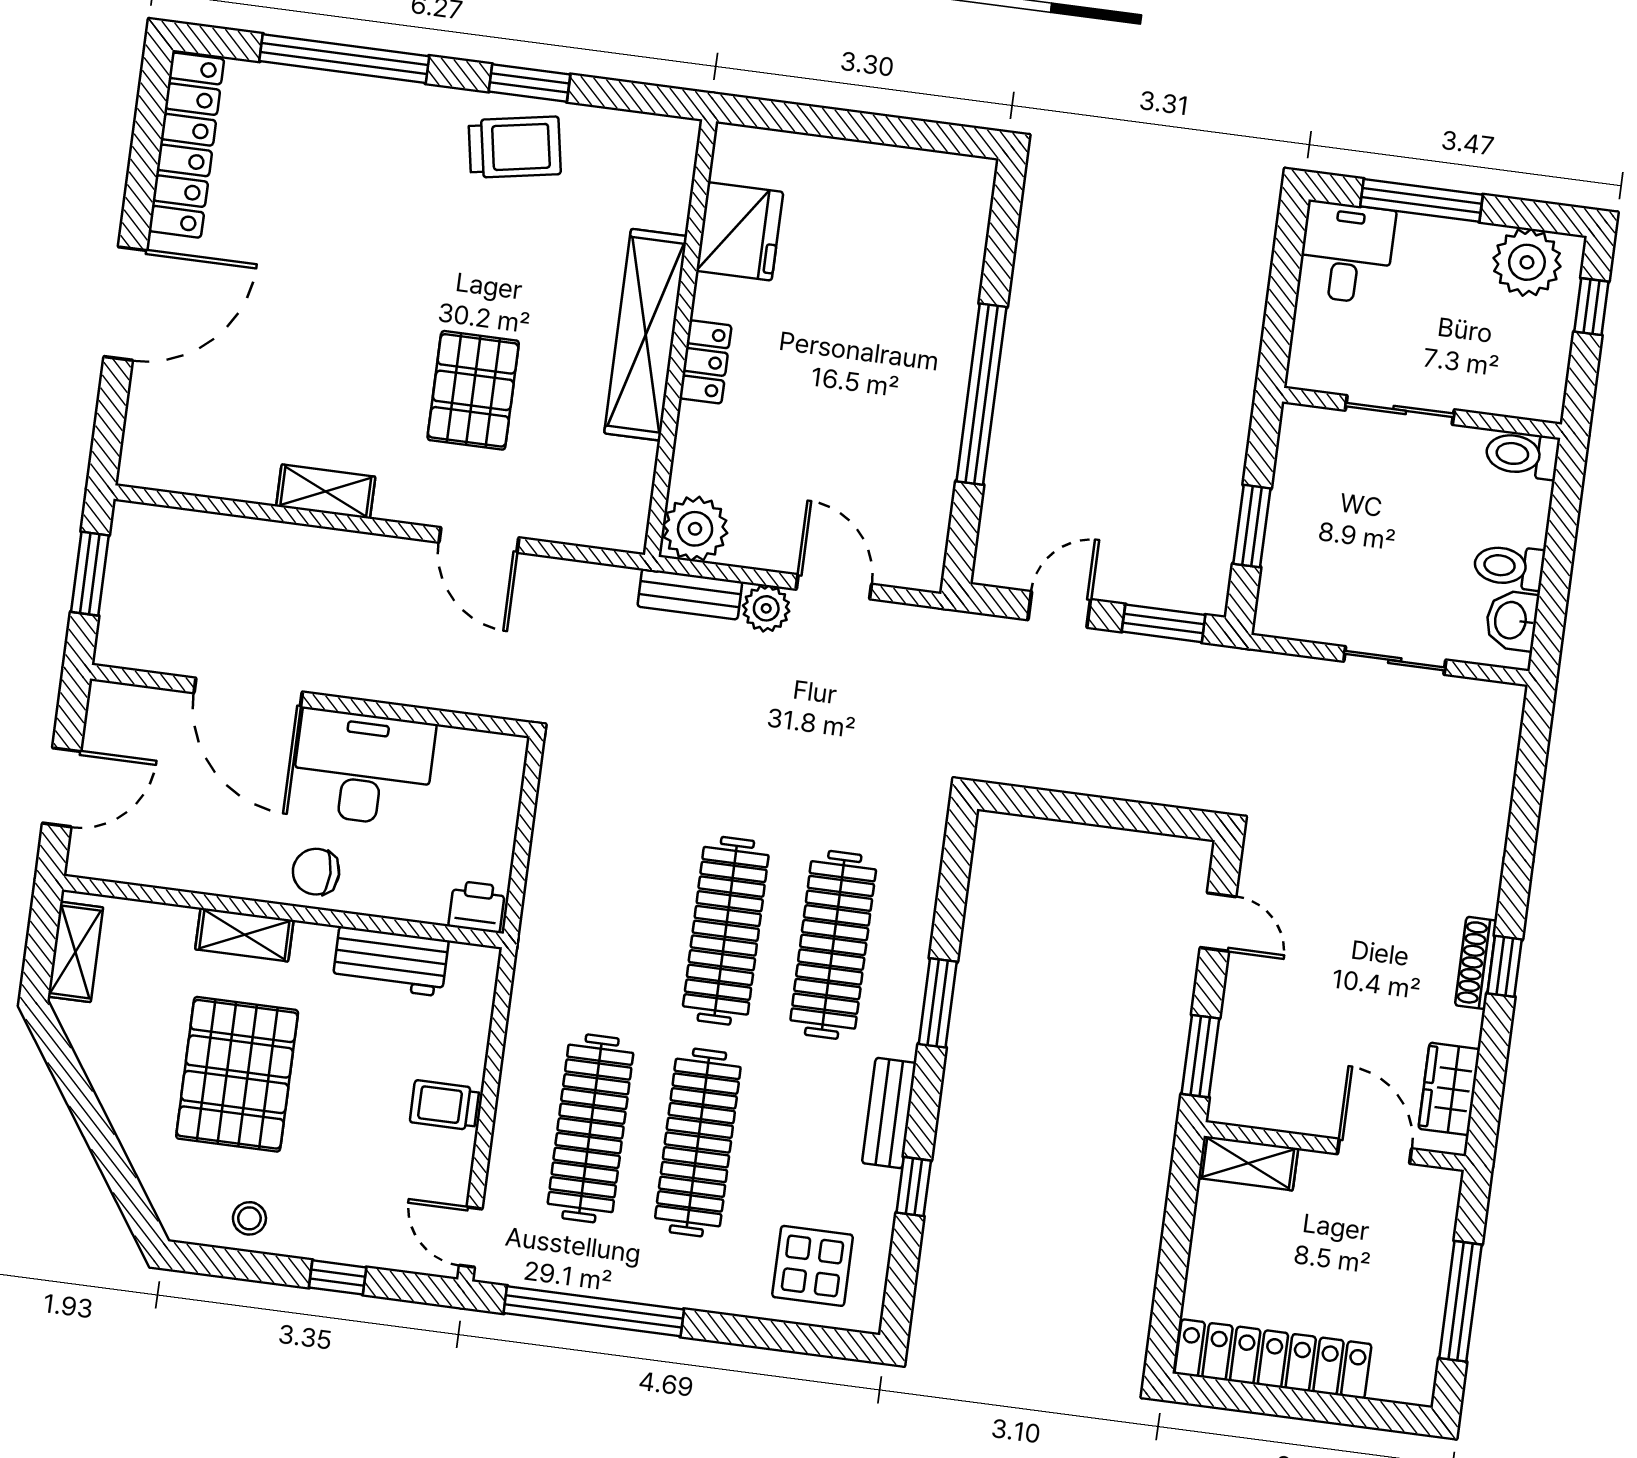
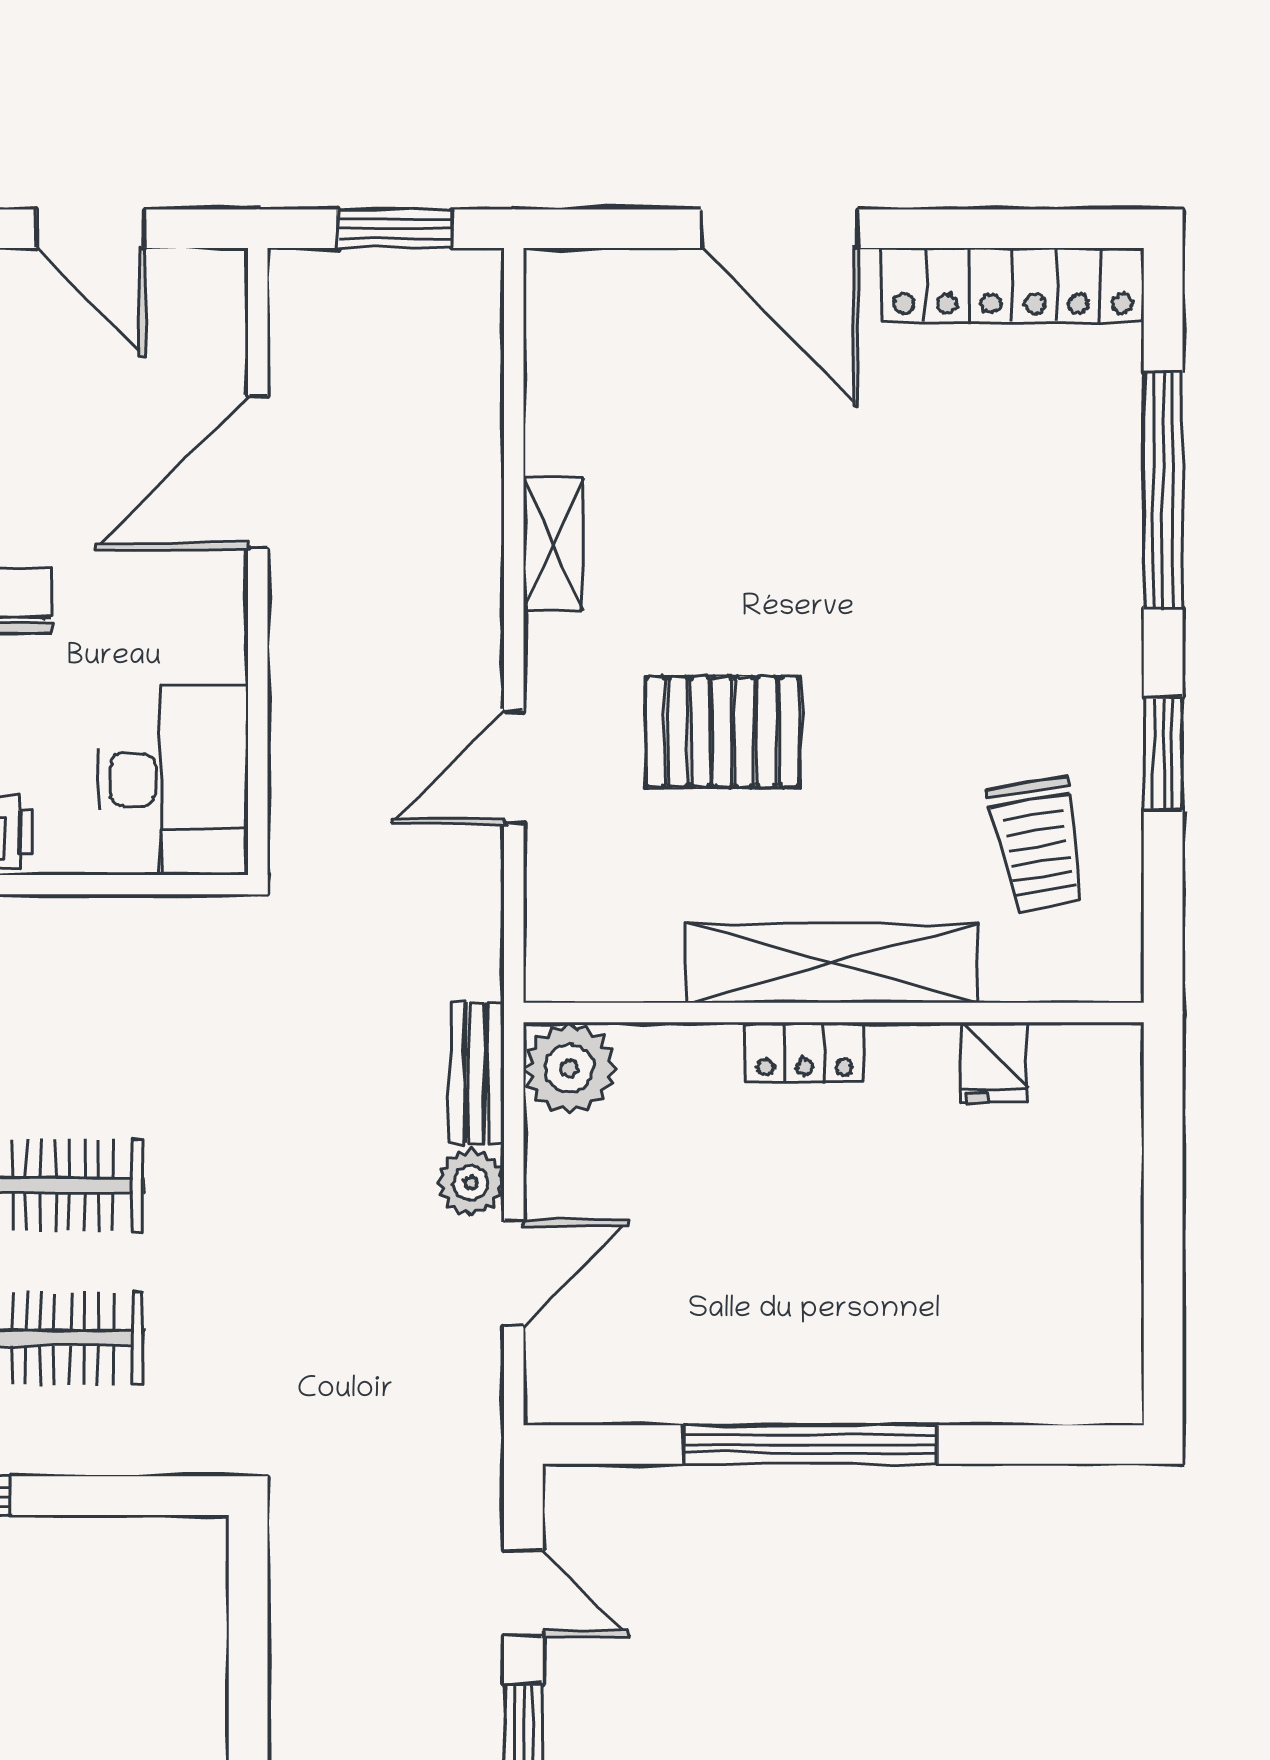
trolley: (515, 147) -> (1038, 845), moved
fridge: (740, 231) -> (994, 1062), width x0.53, depth x0.75
desk: (363, 768) -> (173, 780), moved

